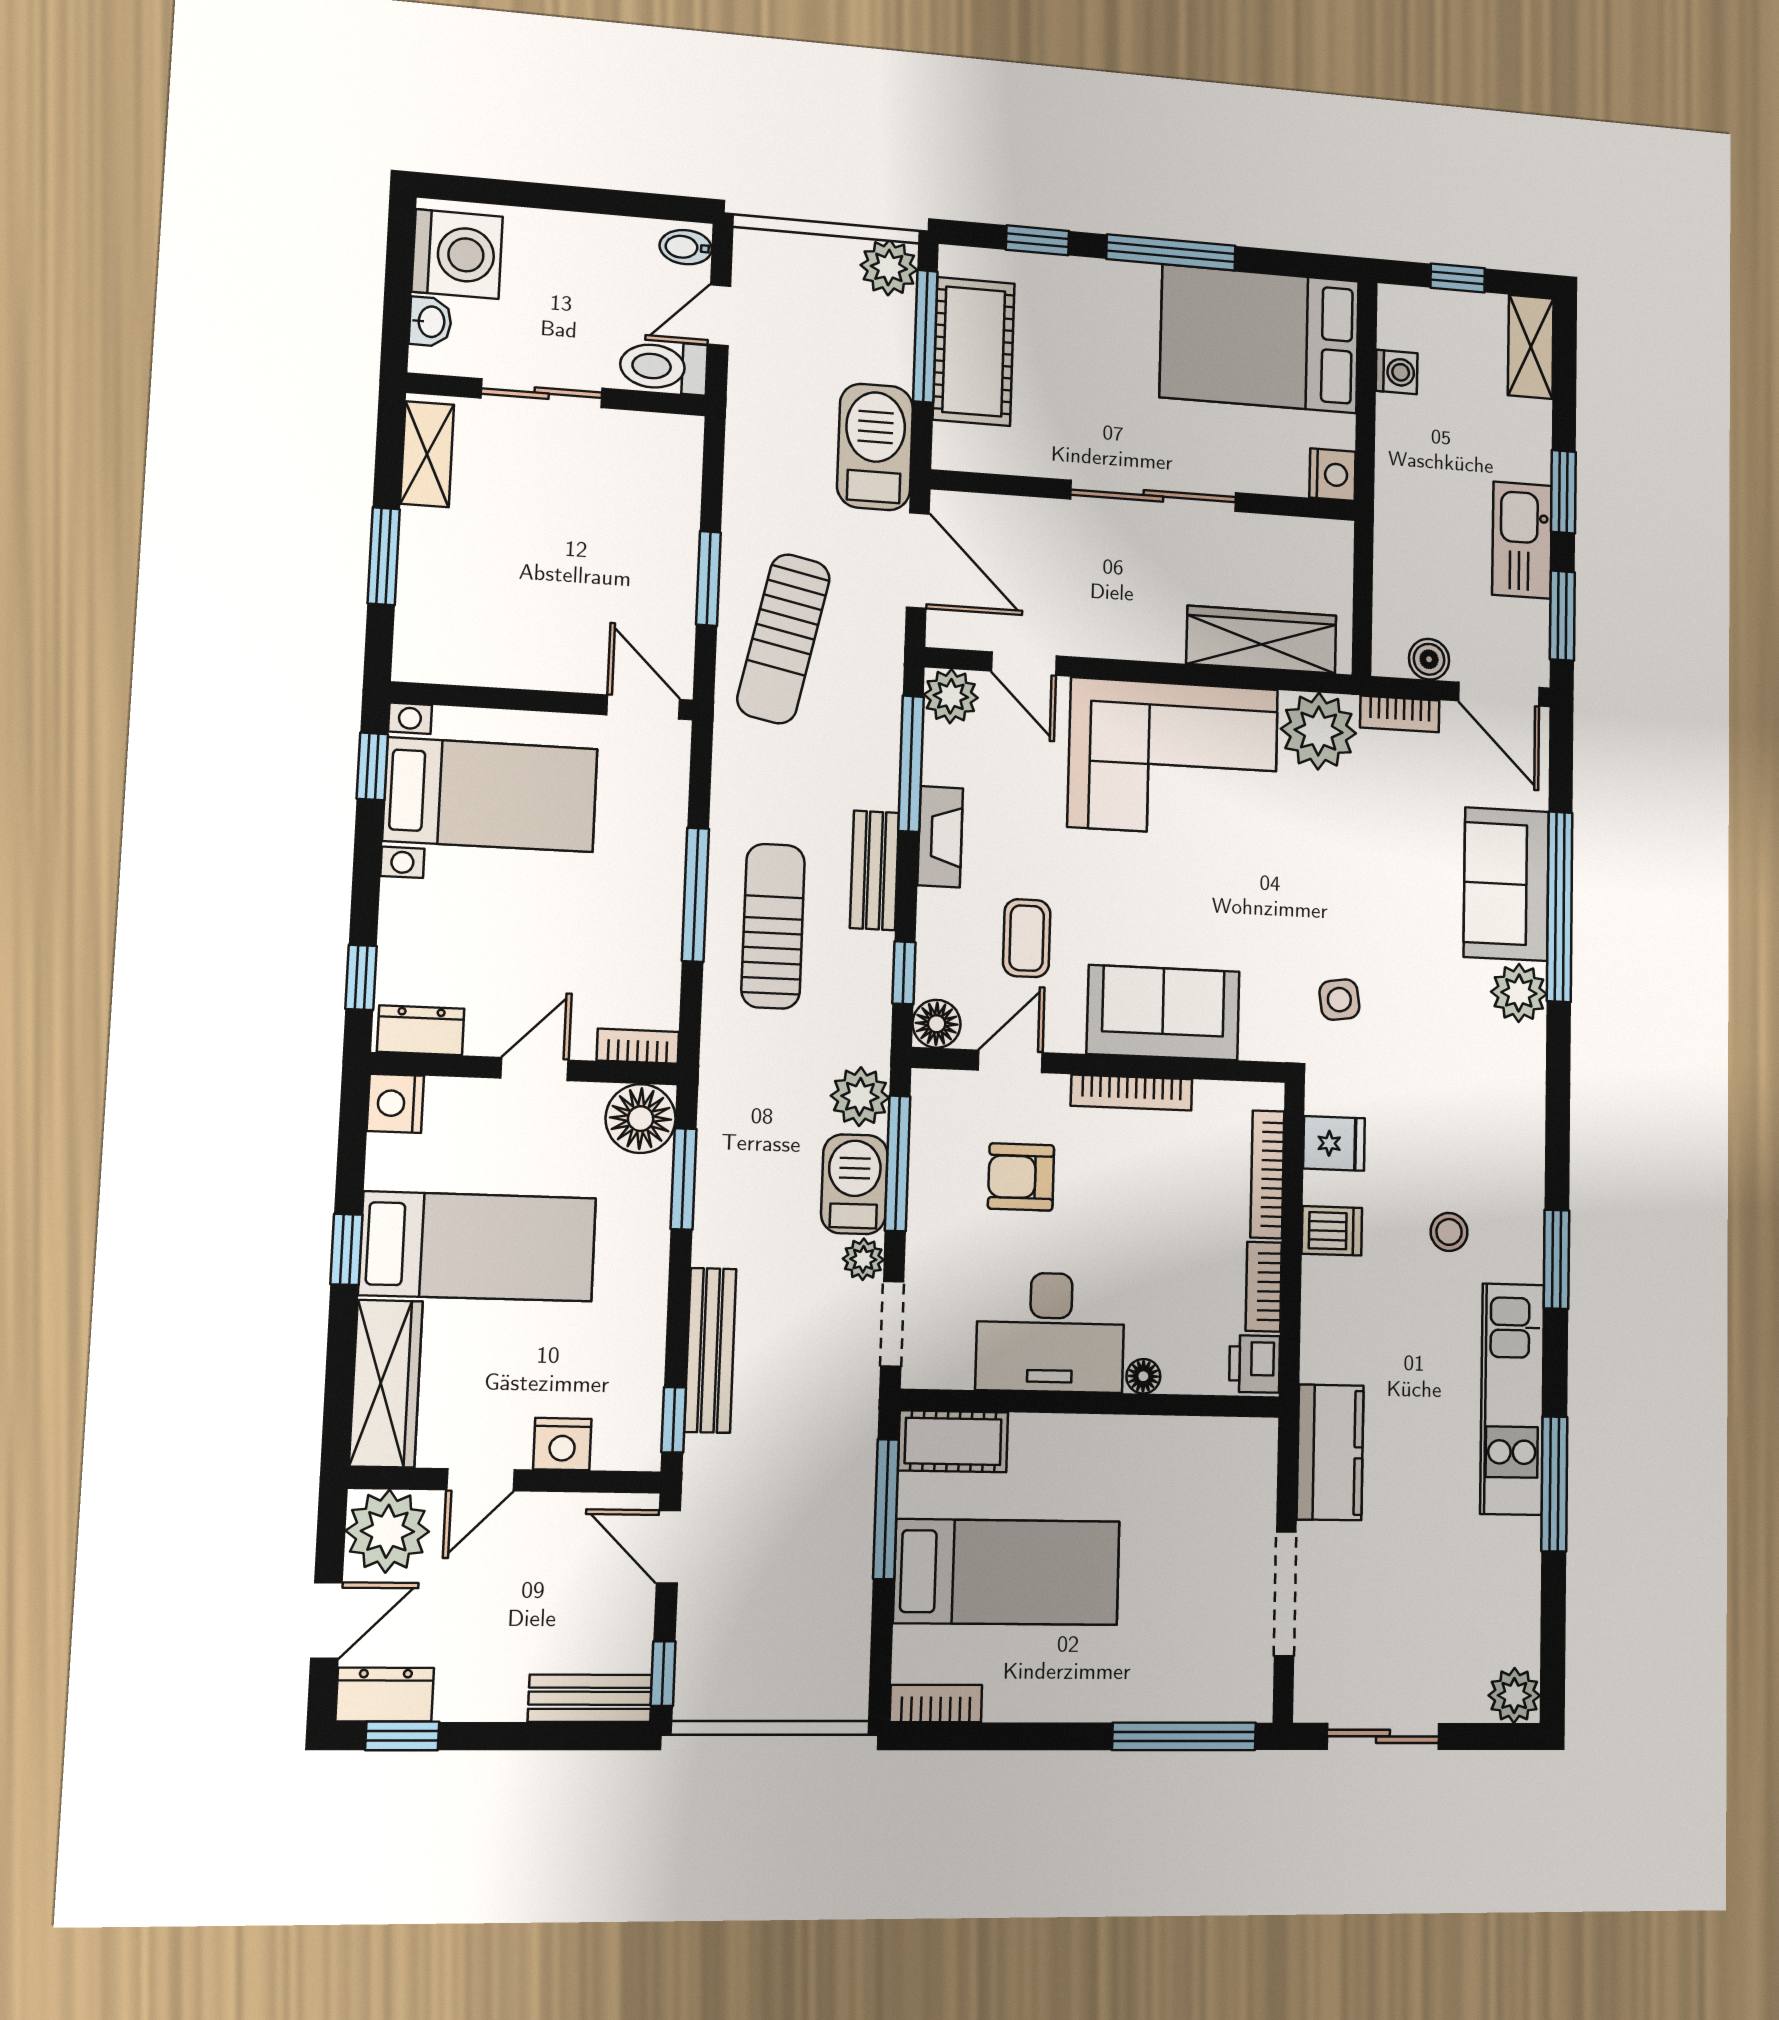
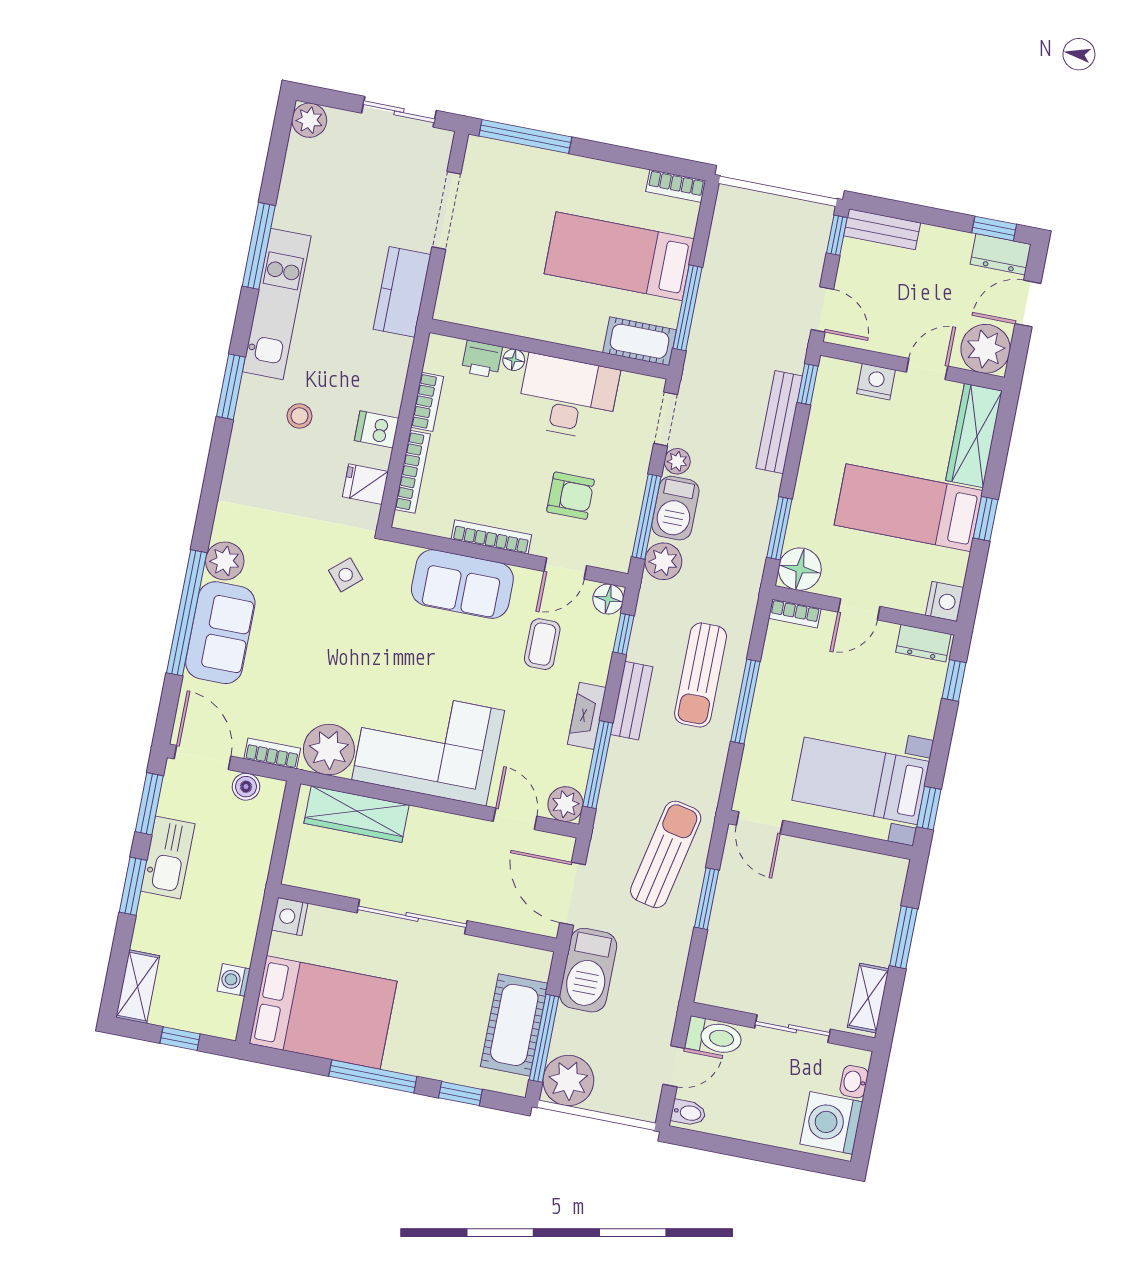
plant: (889, 267) -> (568, 1081), width x1.36, depth x1.36
side table: (1339, 1000) -> (346, 575), turned -33
printer: (1255, 1364) -> (482, 359), moved, turned 90

